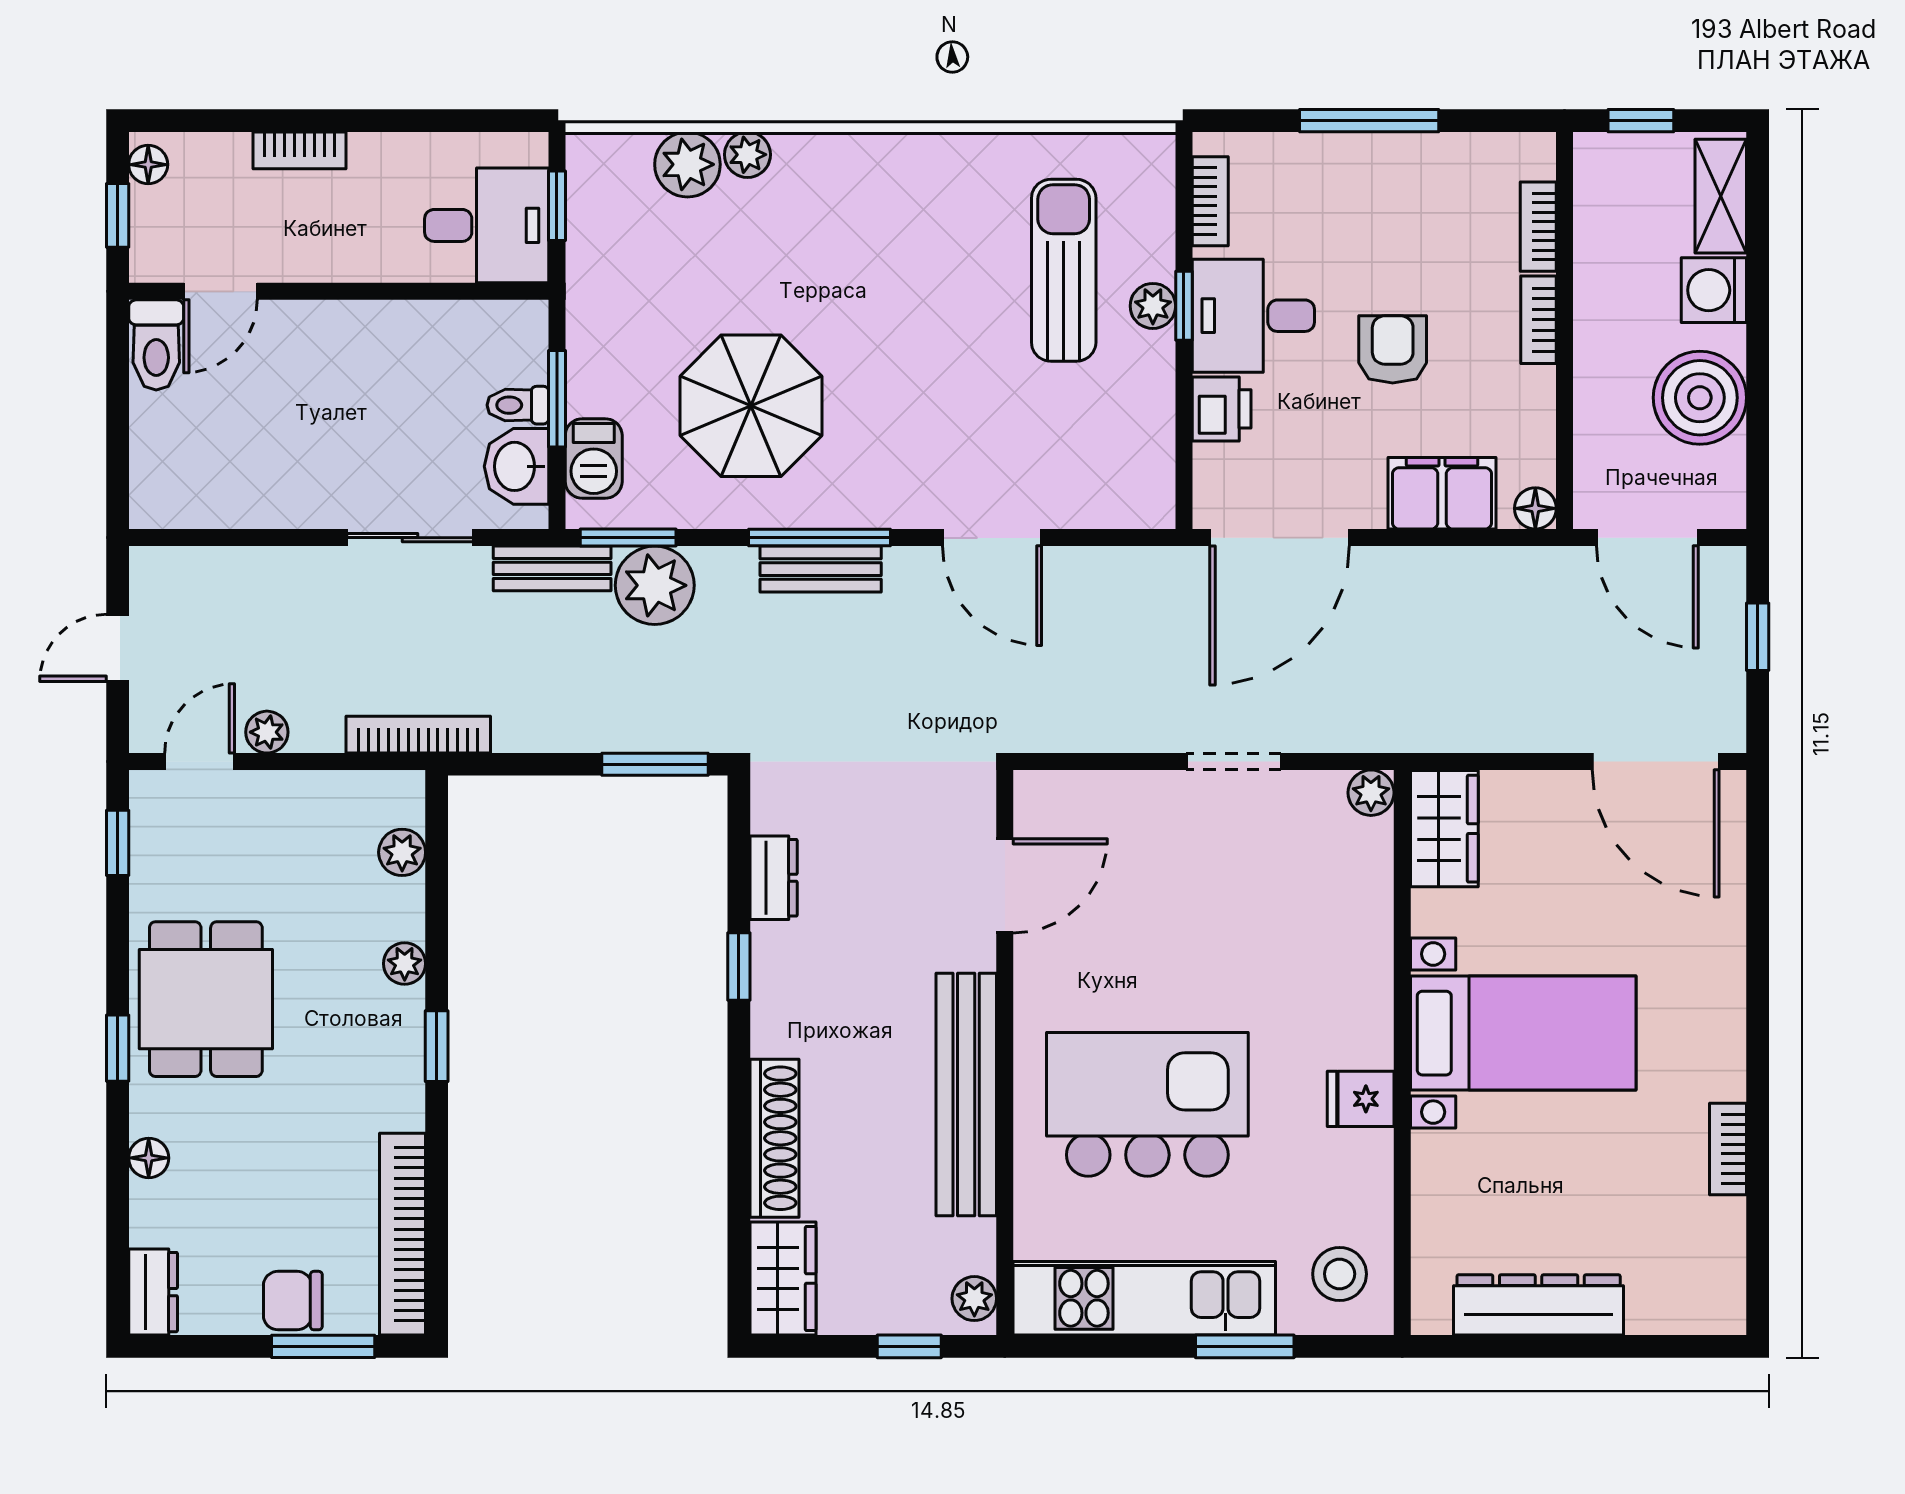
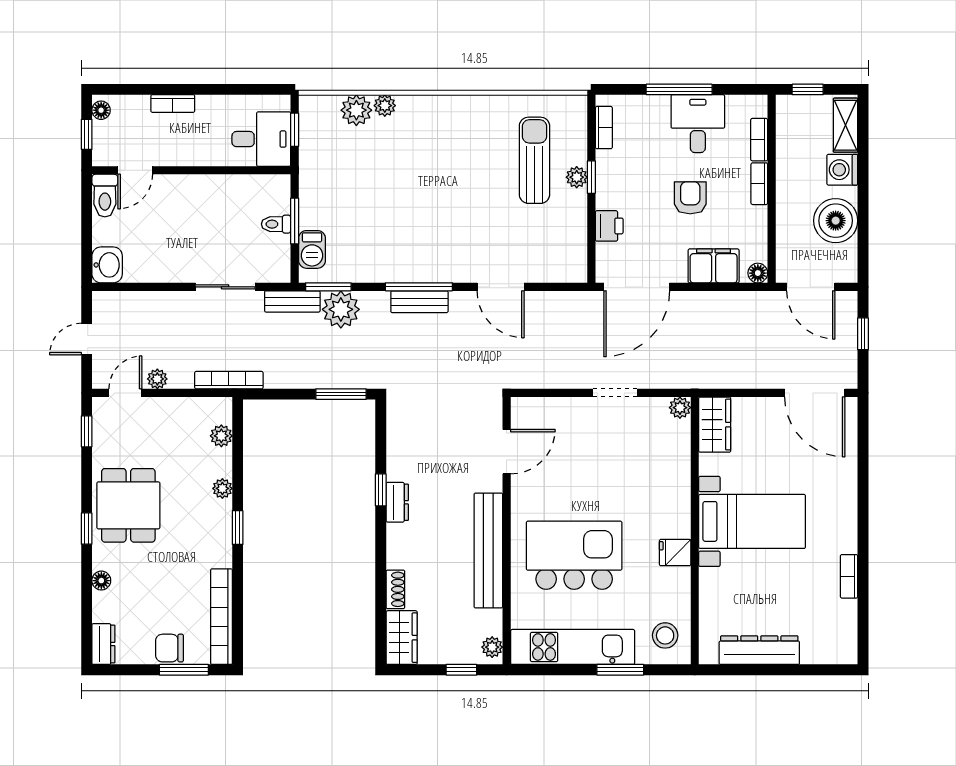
desk: (1253, 316) -> (698, 124), moved, turned 90
parasol: (751, 406) -> (386, 224), removed
washbasin: (516, 466) -> (107, 265), moved, turned 180
dresser: (774, 878) -> (397, 502), moved
shoe rack: (775, 1138) -> (395, 589), width x0.51, depth x0.81

